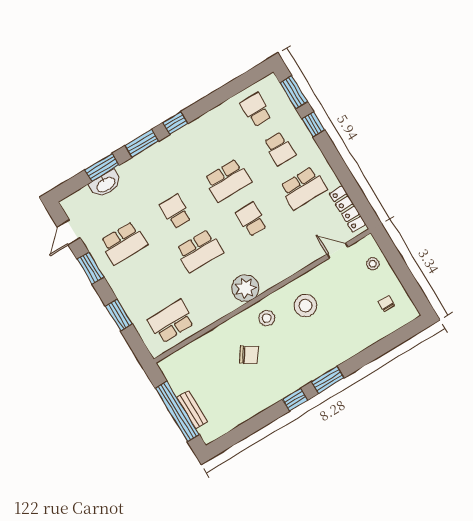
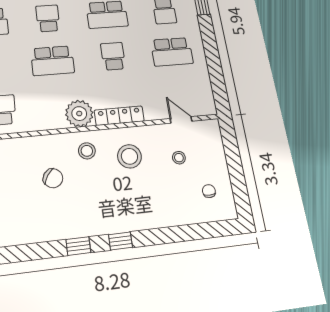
locker: (347, 209) -> (119, 116), moved, turned 90
stool: (373, 264) -> (179, 158), moved
window: (328, 380) -> (121, 241), width x0.67

